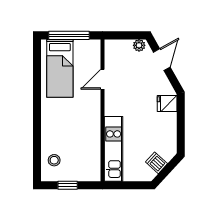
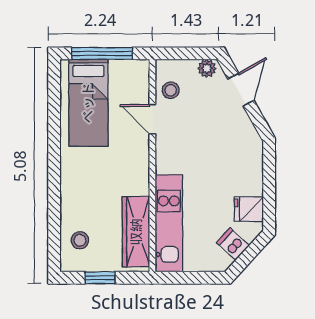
stool: (115, 60) -> (171, 90), added
door: (103, 79) -> (152, 119), hinge flipped
fridge: (167, 103) -> (249, 209), moved
wardrobe: (92, 154) -> (136, 232), added

